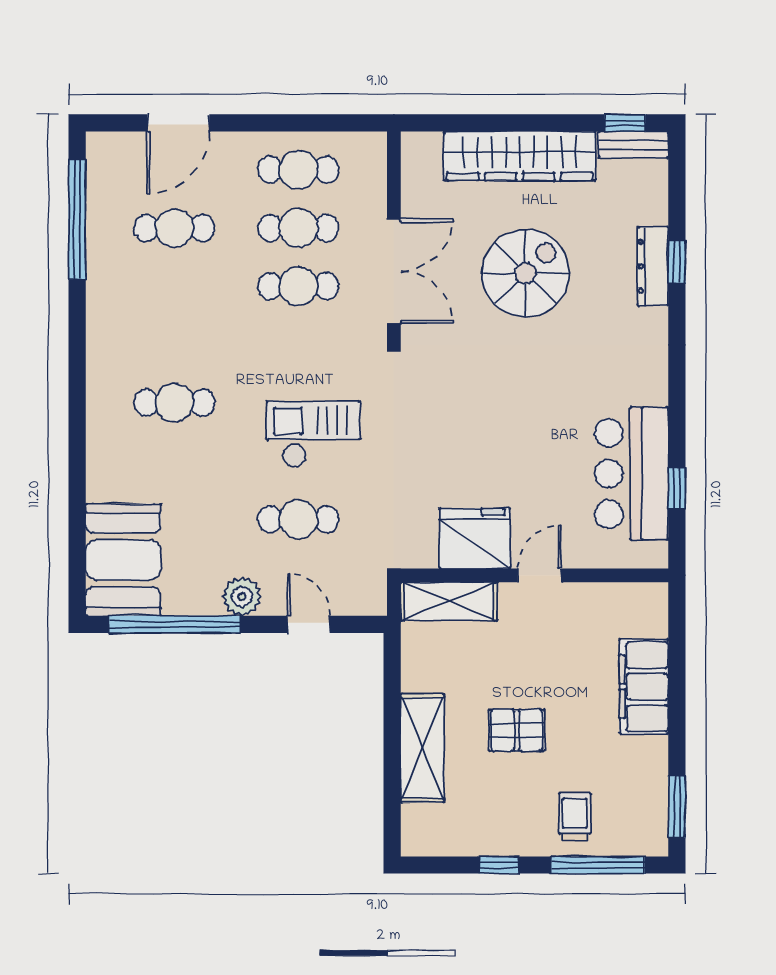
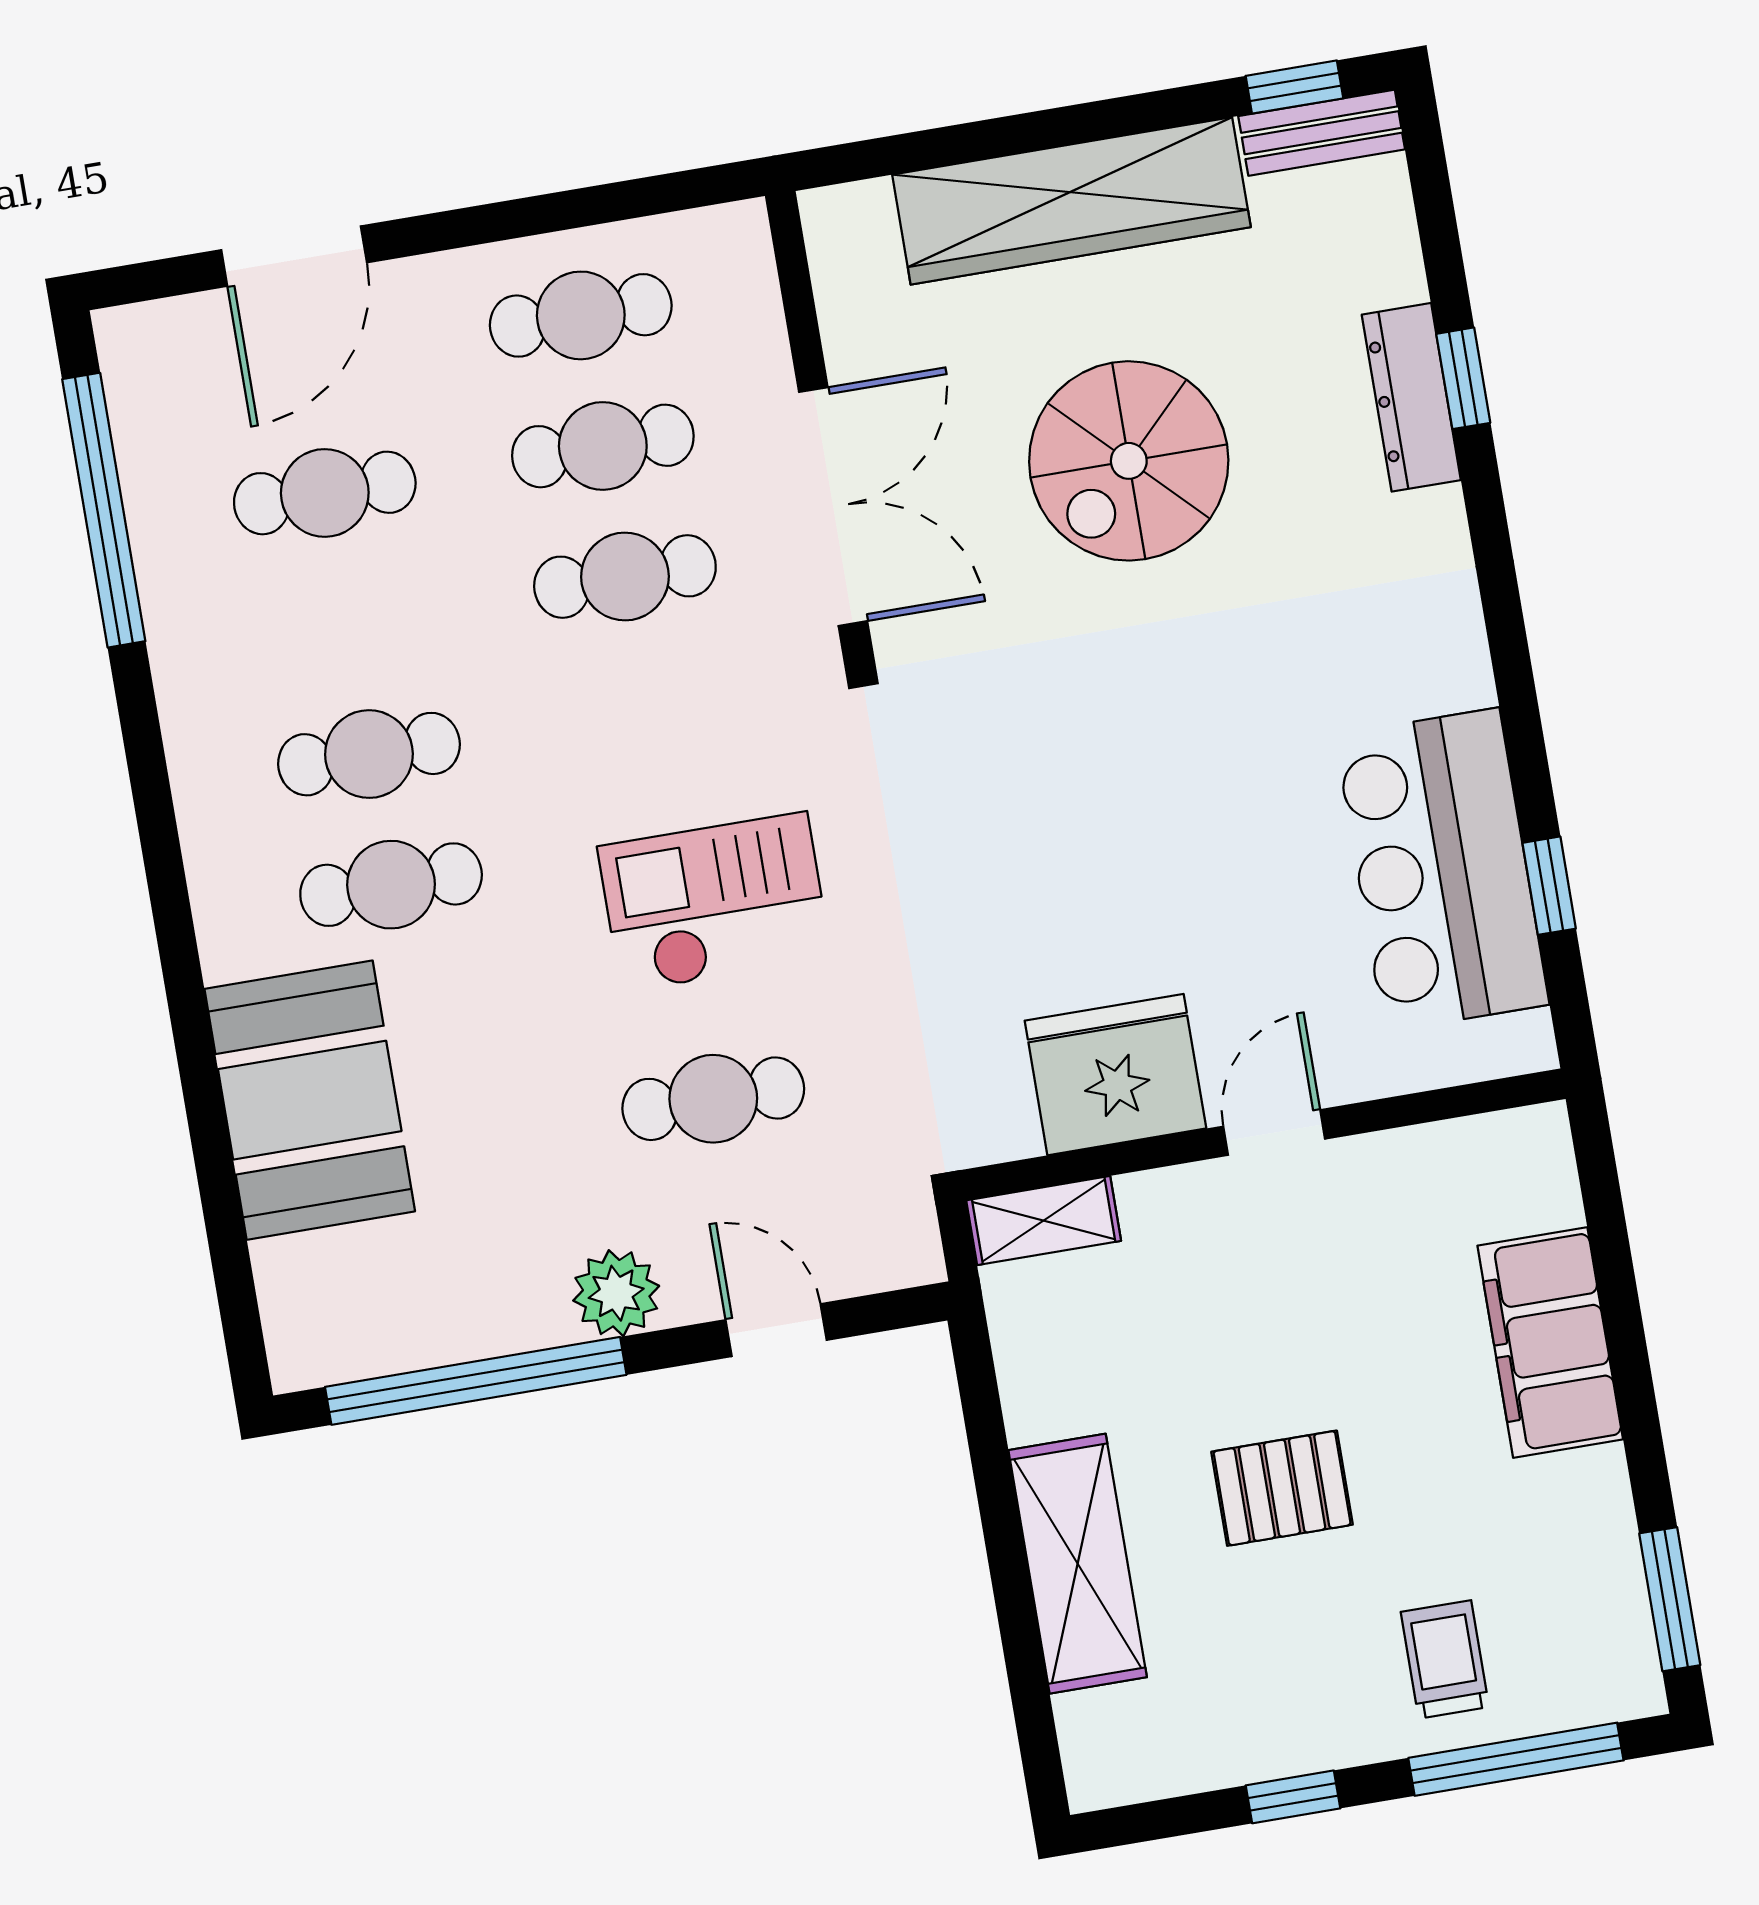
spiral stairs: (526, 273) -> (1129, 461), turned 180
cafe table: (174, 345) -> (369, 754), added
booth: (123, 560) -> (310, 1100), moved
shelving: (449, 601) -> (1044, 1221), width x0.67, depth x0.75

